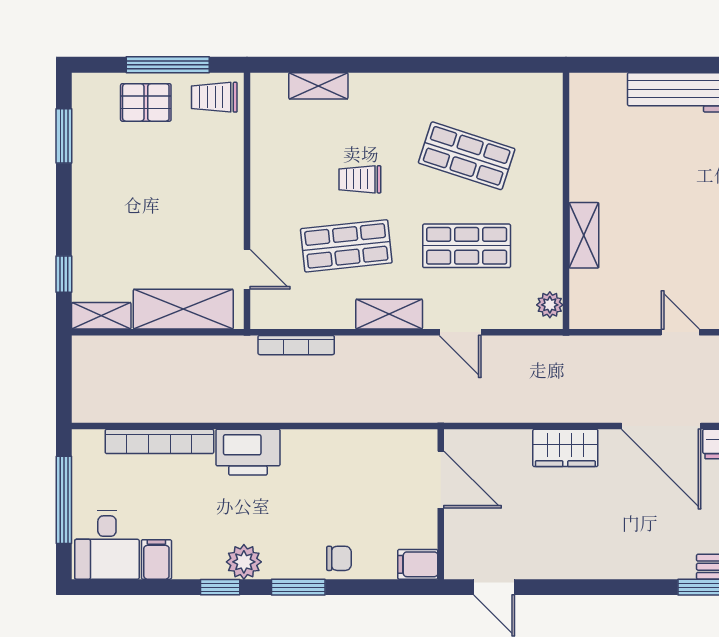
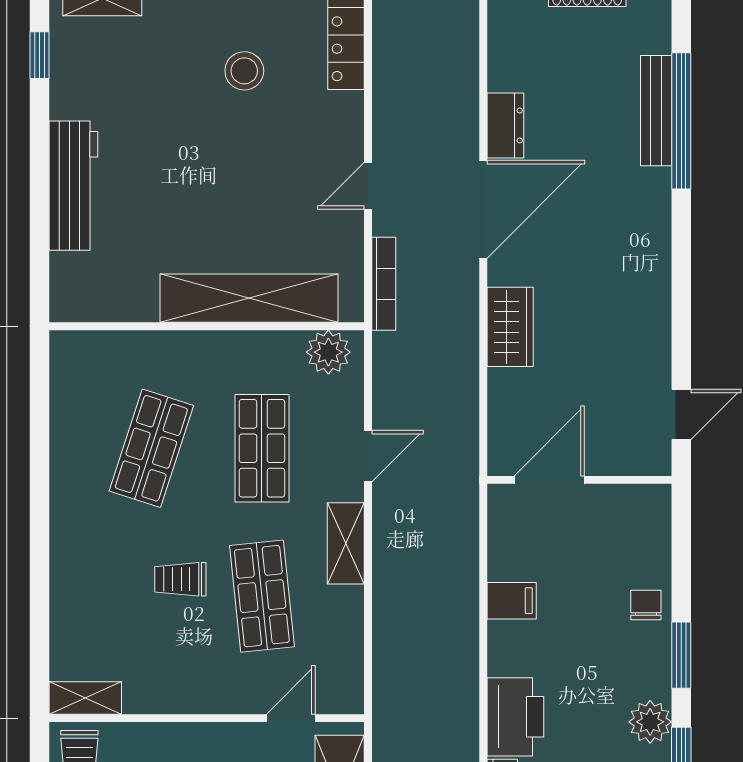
shelving: (318, 86) -> (85, 698), moved, turned 90
trolley: (360, 179) -> (180, 579), turned 90
shelving: (584, 235) -> (249, 298), width x2.20, depth x1.33
plant: (550, 305) -> (328, 352), width x1.38, depth x1.38
bookcase: (296, 345) -> (384, 284), moved
filing cabinet: (418, 564) -> (512, 601), moved, turned -90

